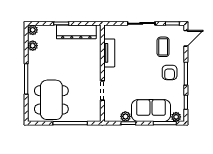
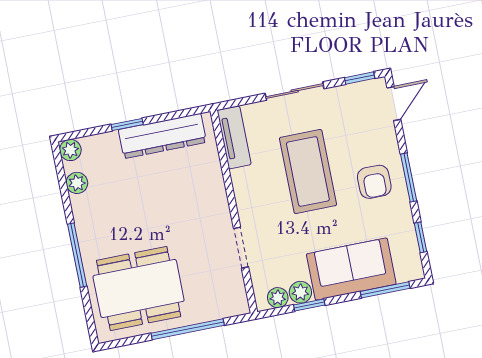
coffee table: (163, 47) -> (308, 172), moved, width x1.86, depth x1.72
tv unit: (109, 53) -> (234, 137), moved
dining table: (51, 100) -> (139, 288), turned 90
plant: (176, 117) -> (278, 298), moved

